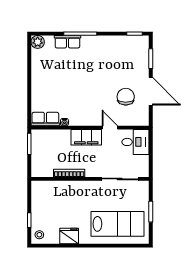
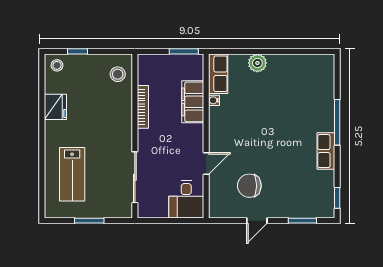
plant: (38, 42) -> (257, 63), moved
row of seats: (67, 42) -> (326, 151), moved
door: (151, 91) -> (257, 221), width x0.53
chair: (126, 97) -> (249, 186), turned 180
filing cabinet: (86, 137) -> (193, 102), moved
stool: (46, 191) -> (118, 74), added
lab bench: (117, 224) -> (72, 174), width x0.73, depth x0.72

